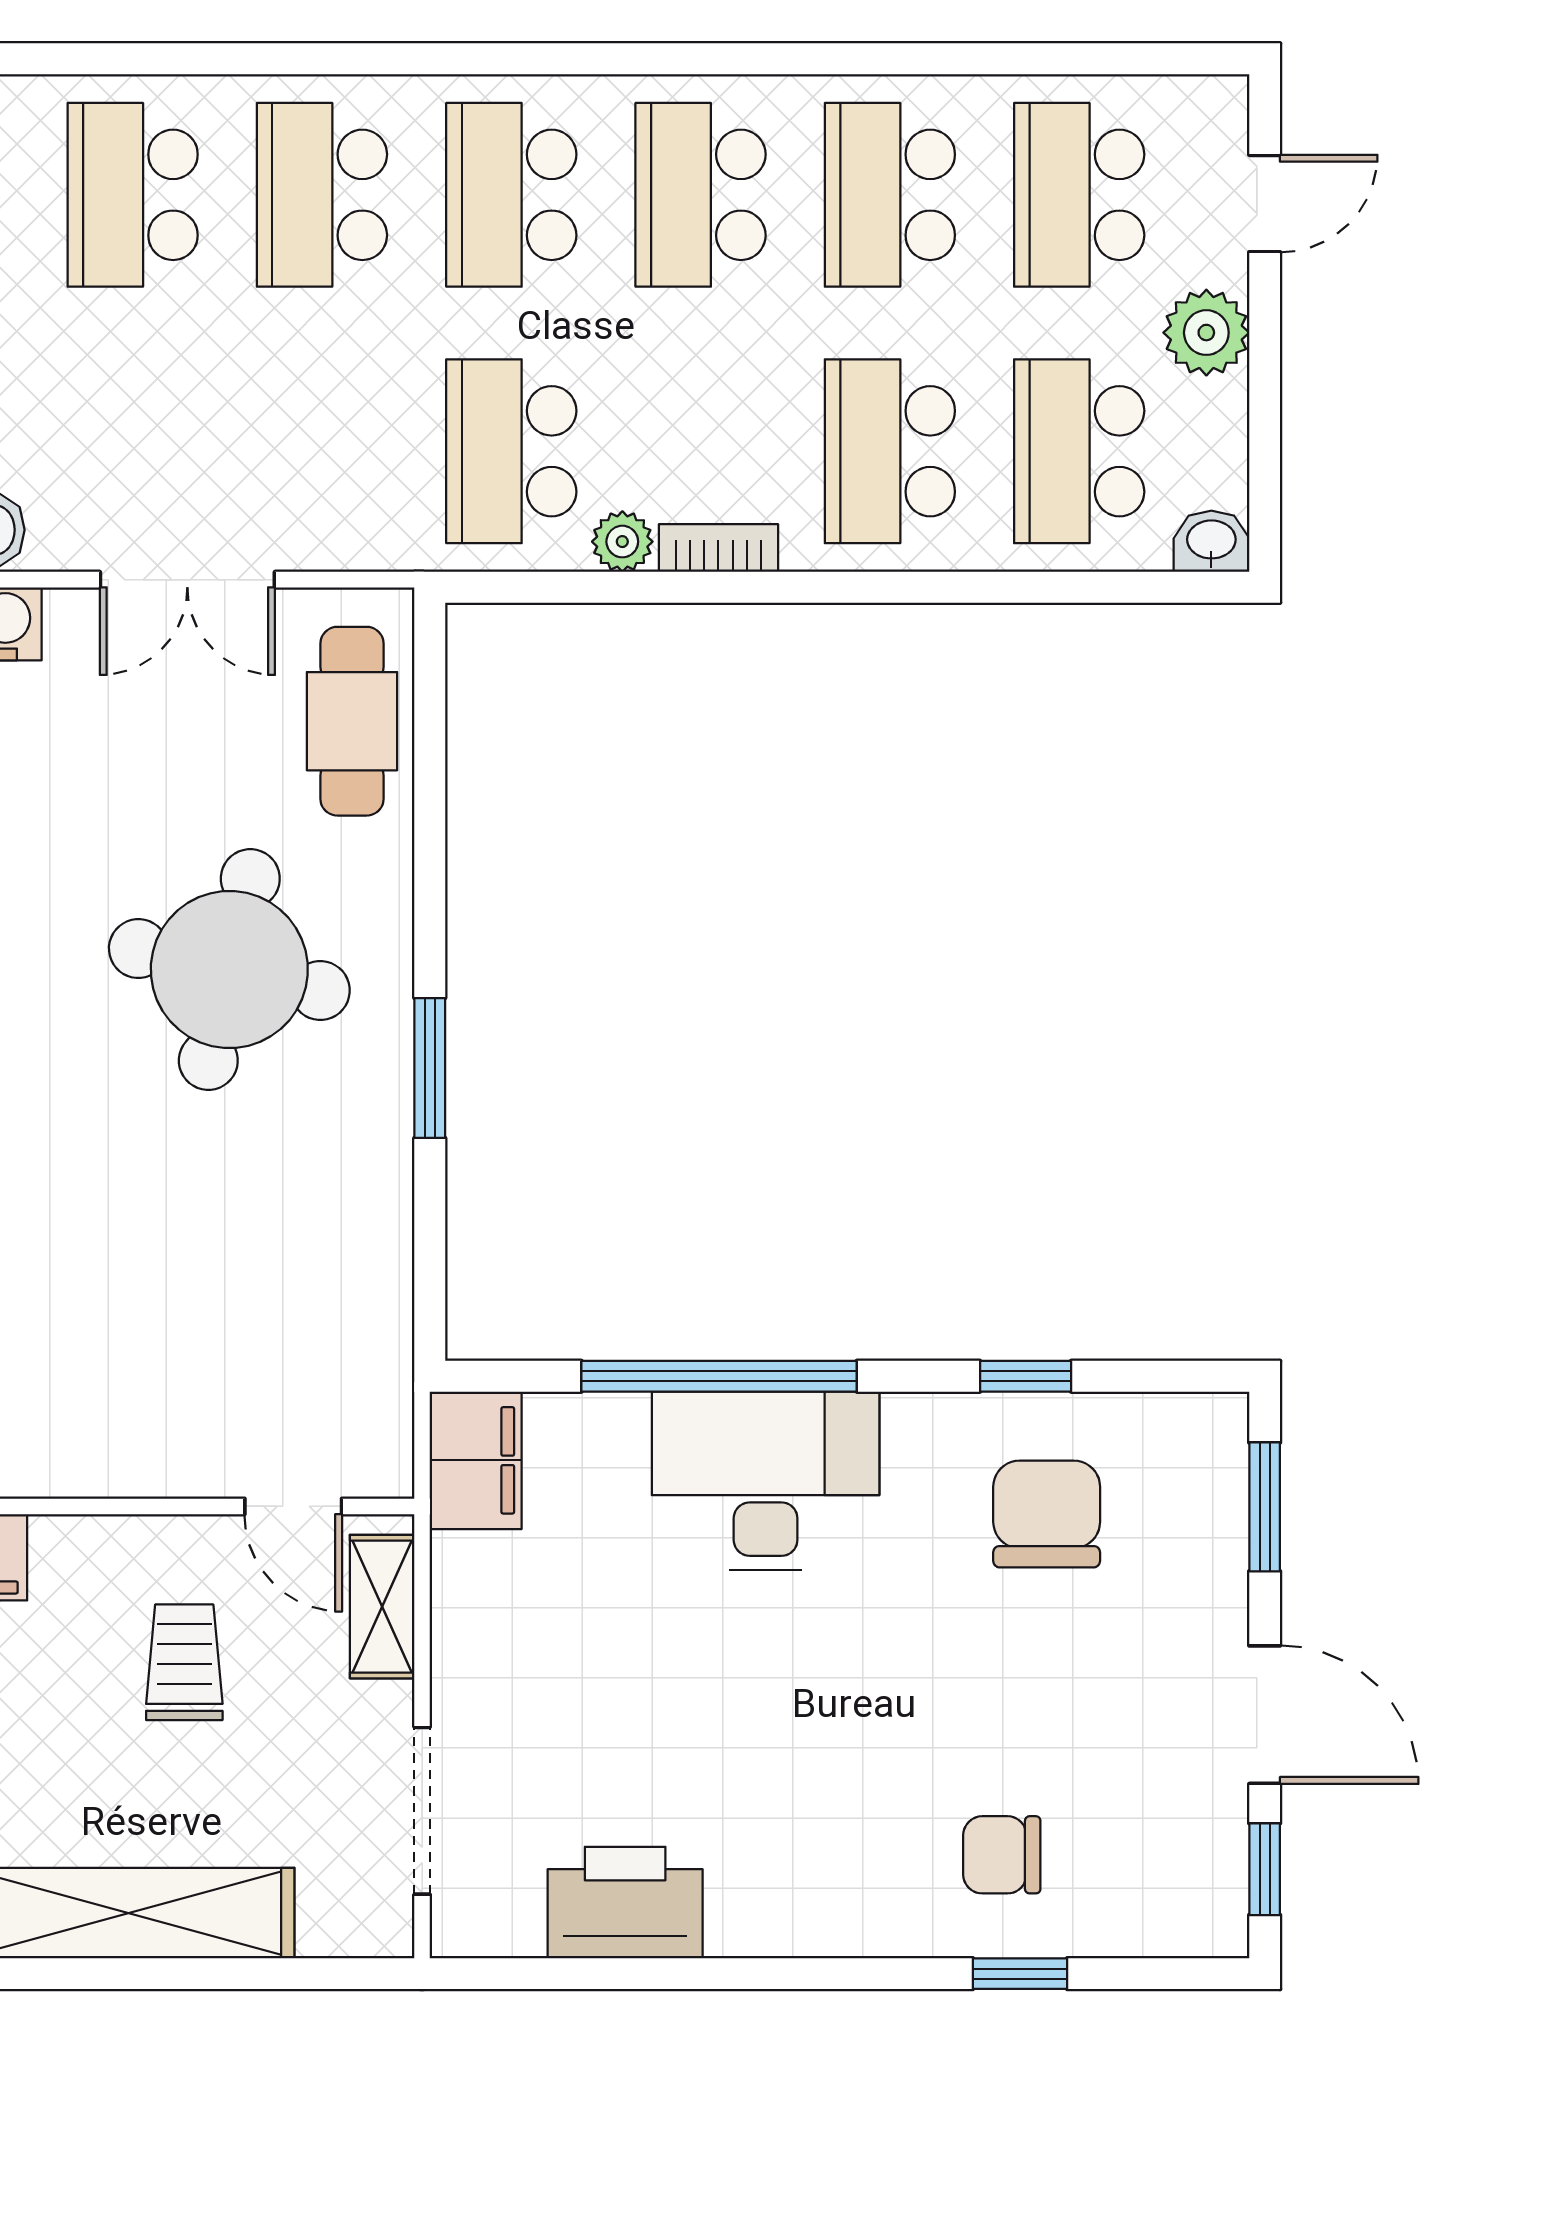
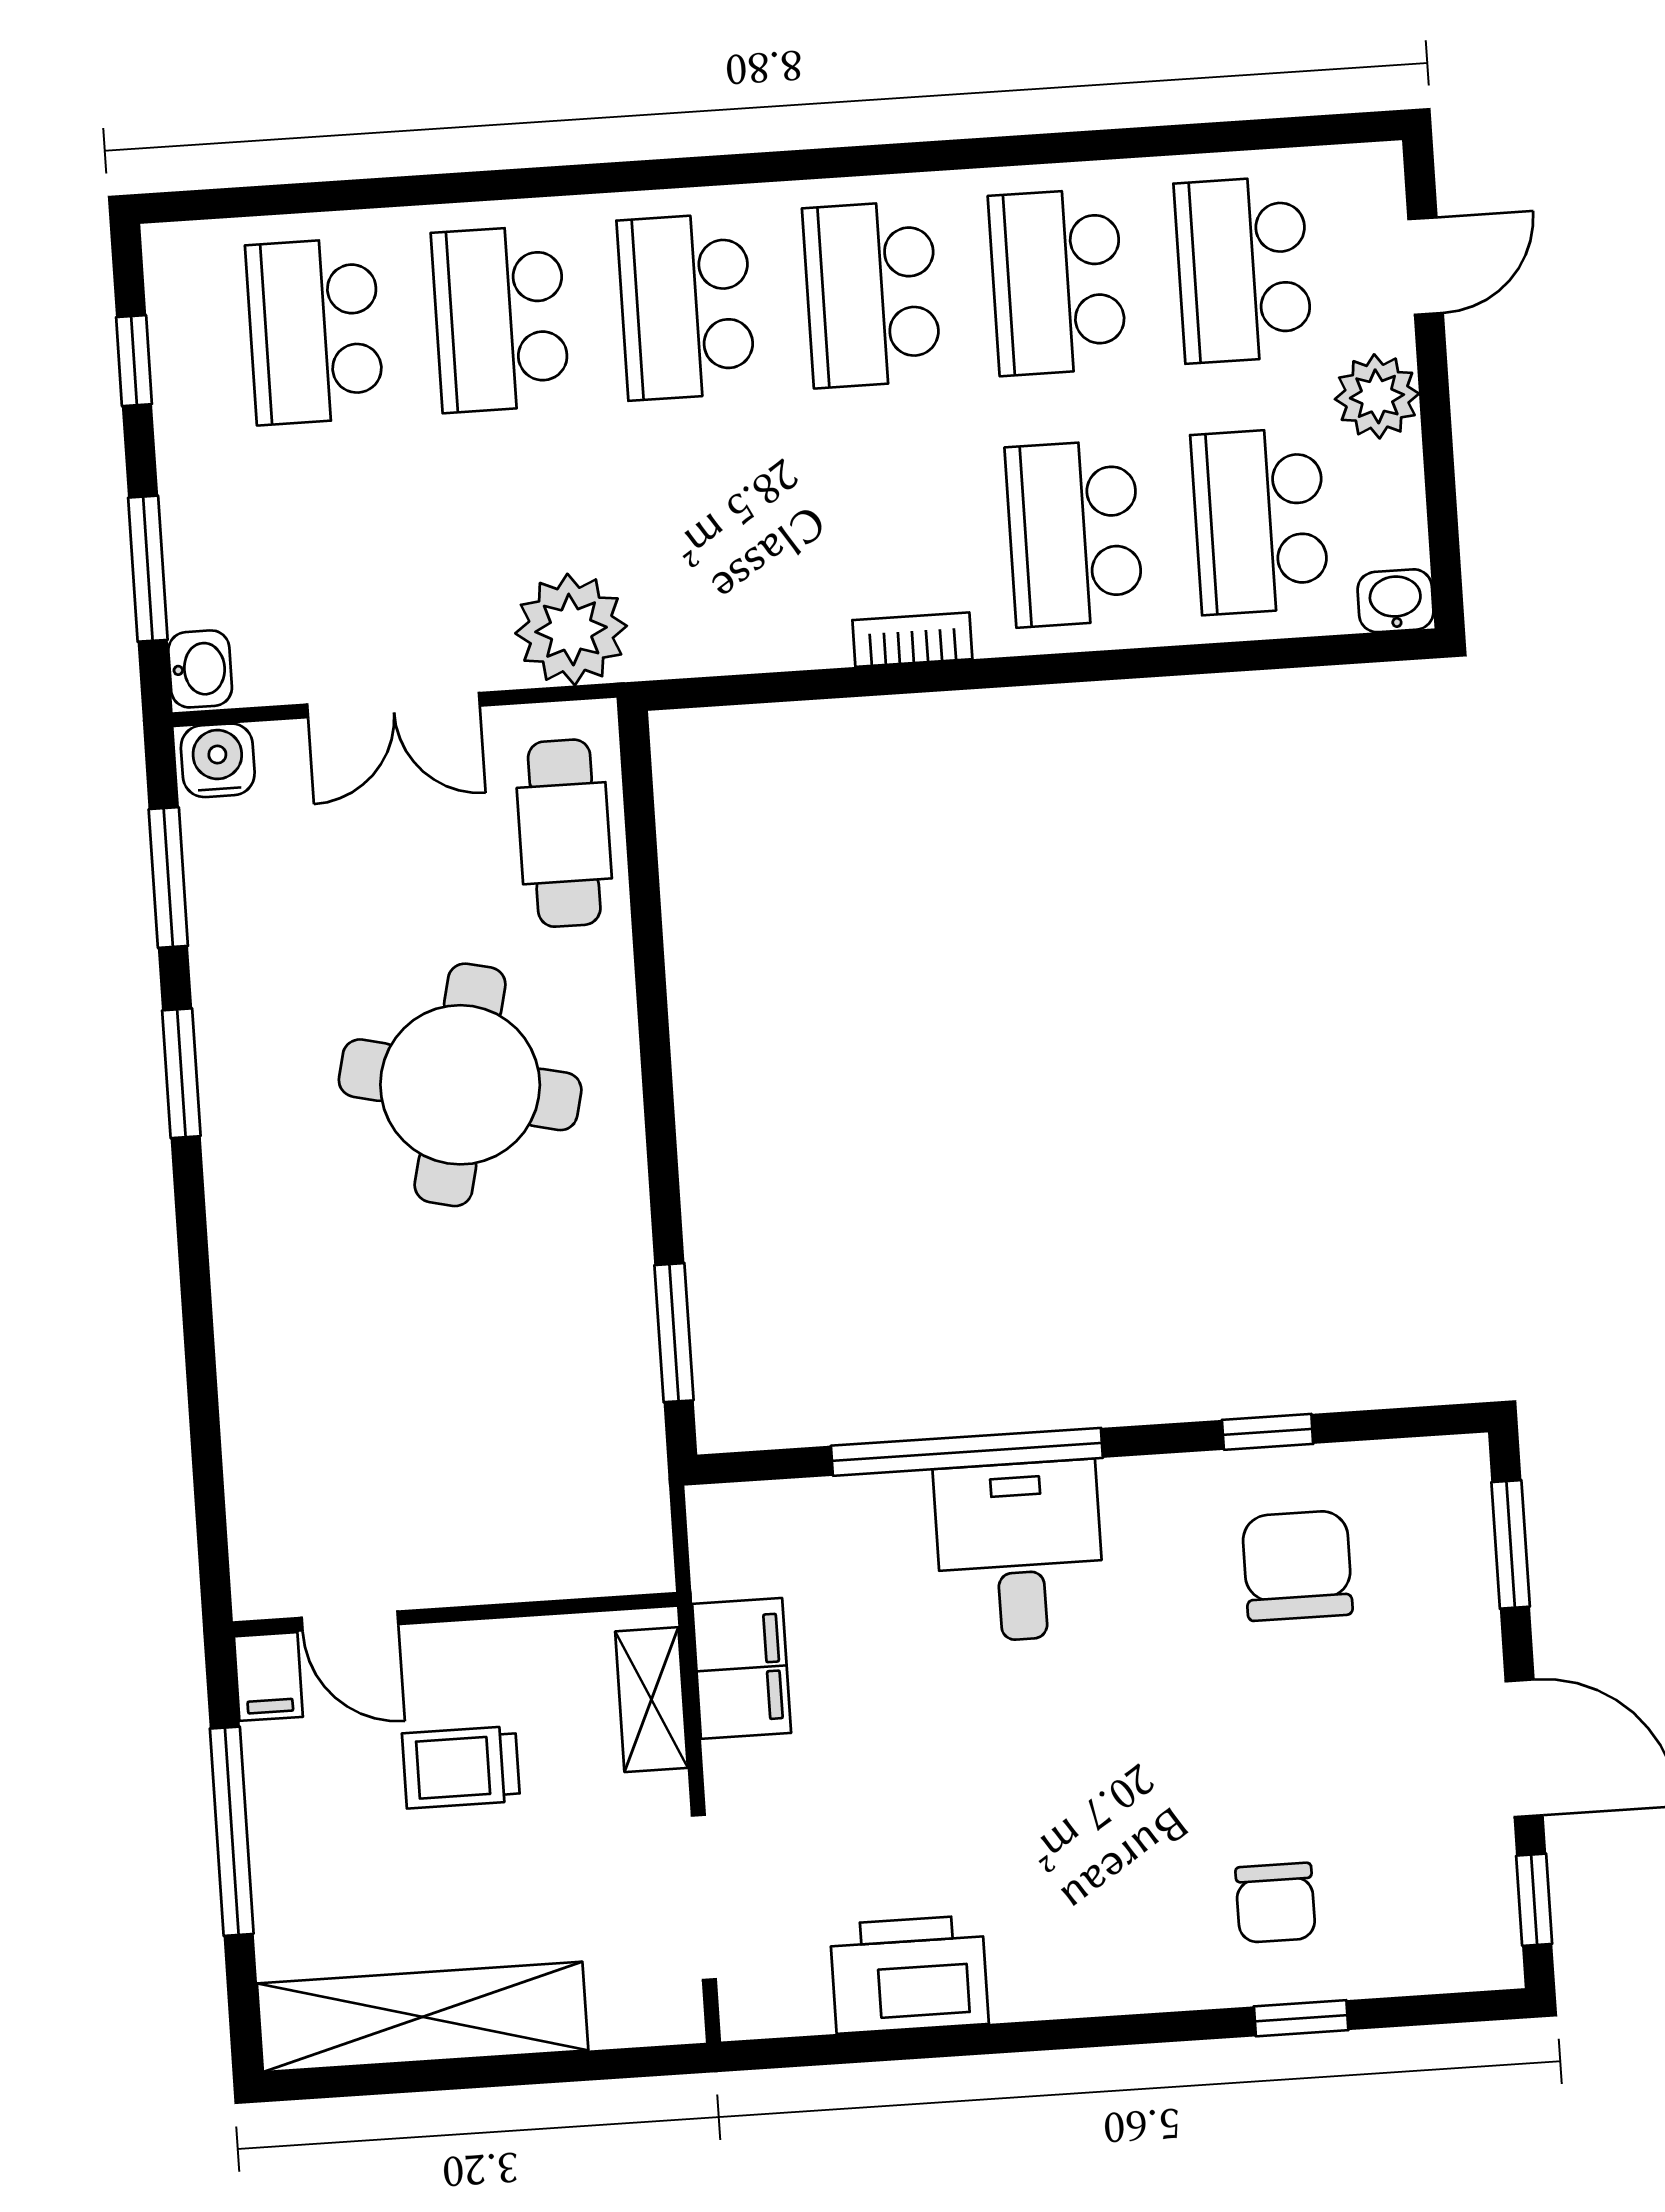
school desk: (511, 451) -> (703, 558), removed
plant: (622, 542) -> (571, 630), moved, width x1.88, depth x1.88
window: (430, 1068) -> (674, 1333), moved
filing cabinet: (476, 1460) -> (742, 1668), moved
desk: (766, 1481) -> (1019, 1551), width x0.73
door: (293, 1506) -> (350, 1621), moved
trolley: (184, 1662) -> (461, 1767), turned -90
chair: (1002, 1855) -> (1275, 1903), turned -90

